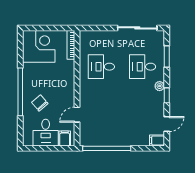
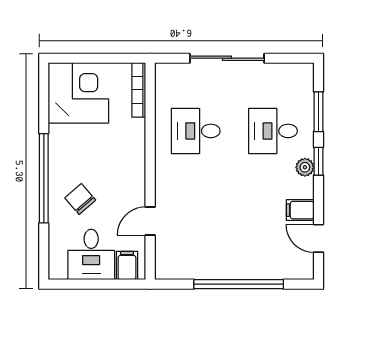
sliding door: (137, 28) -> (227, 58), moved
window: (167, 95) -> (318, 161), moved
door: (167, 124) -> (318, 238), swing flipped
filing cabinet: (157, 140) -> (300, 210), moved
window: (107, 148) -> (239, 284), moved

